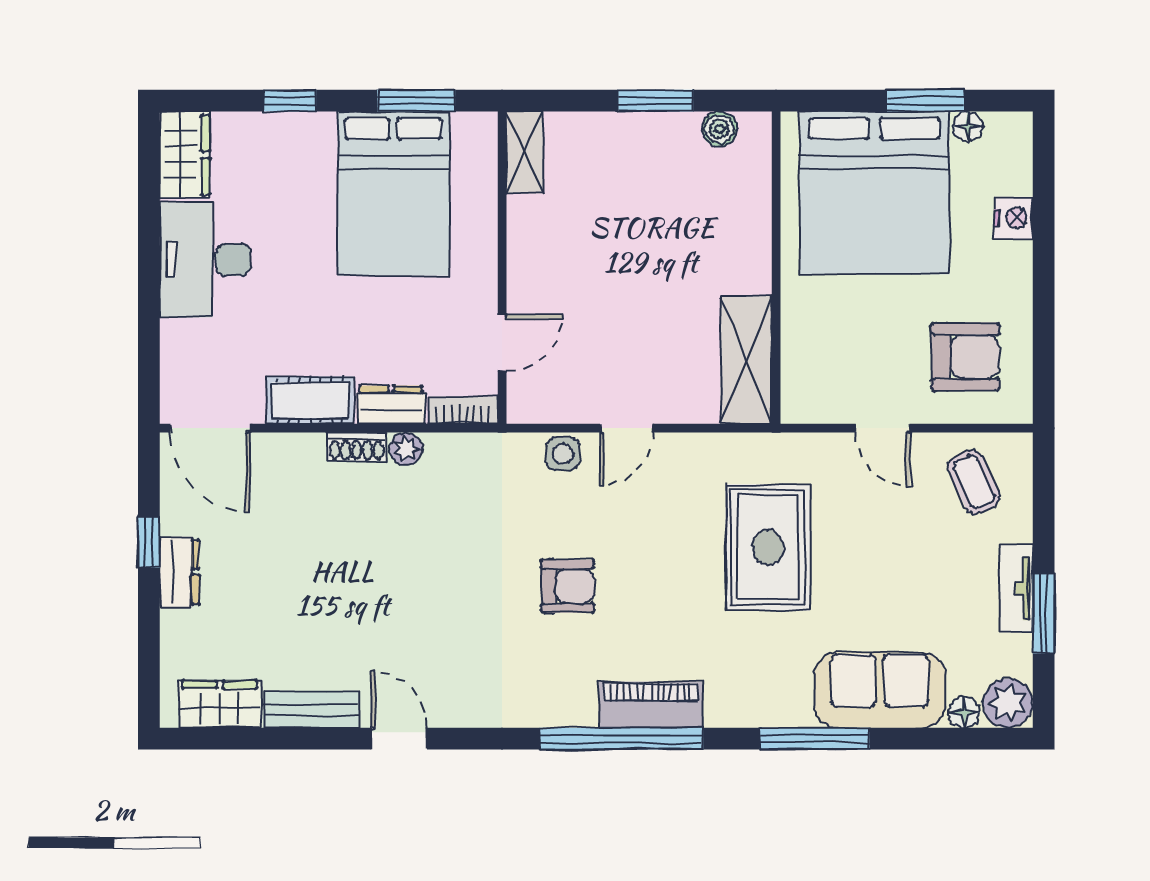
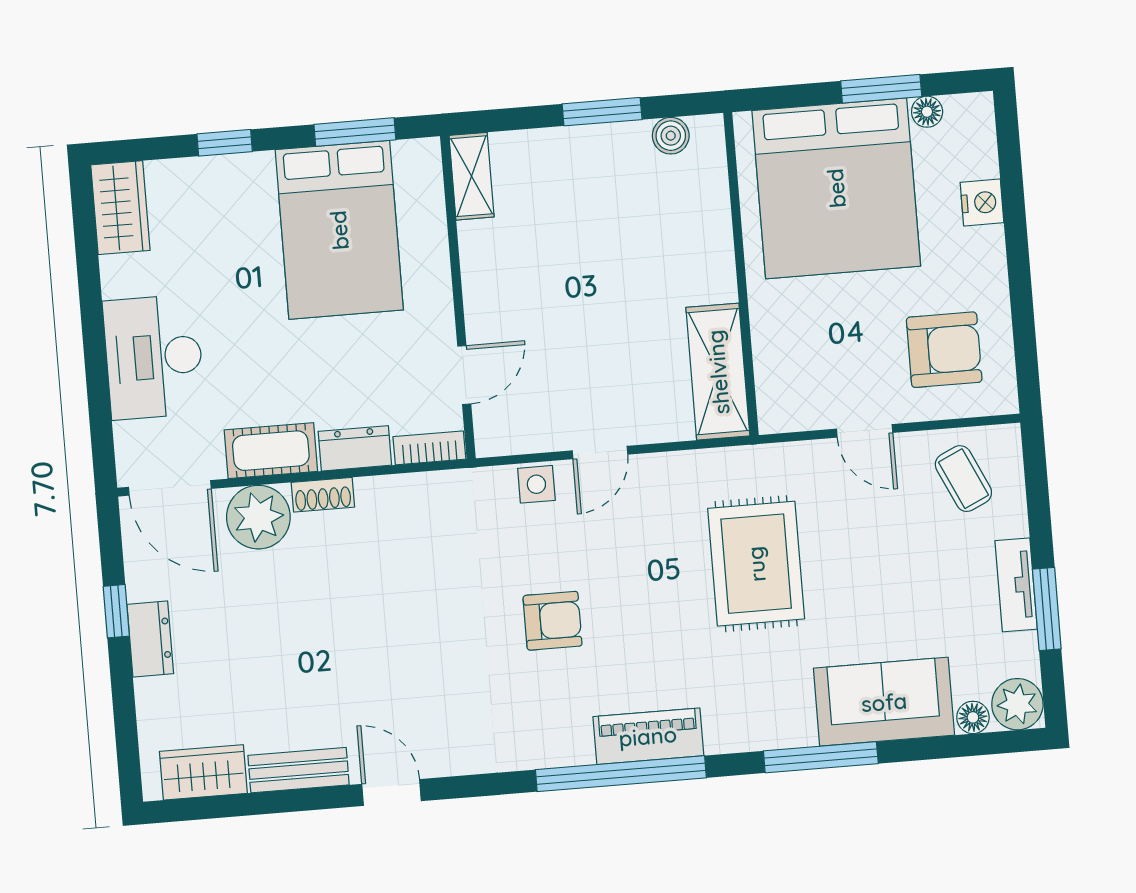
desk: (205, 259) -> (154, 357), moved
plant: (406, 449) -> (258, 517), moved, width x1.87, depth x1.87

